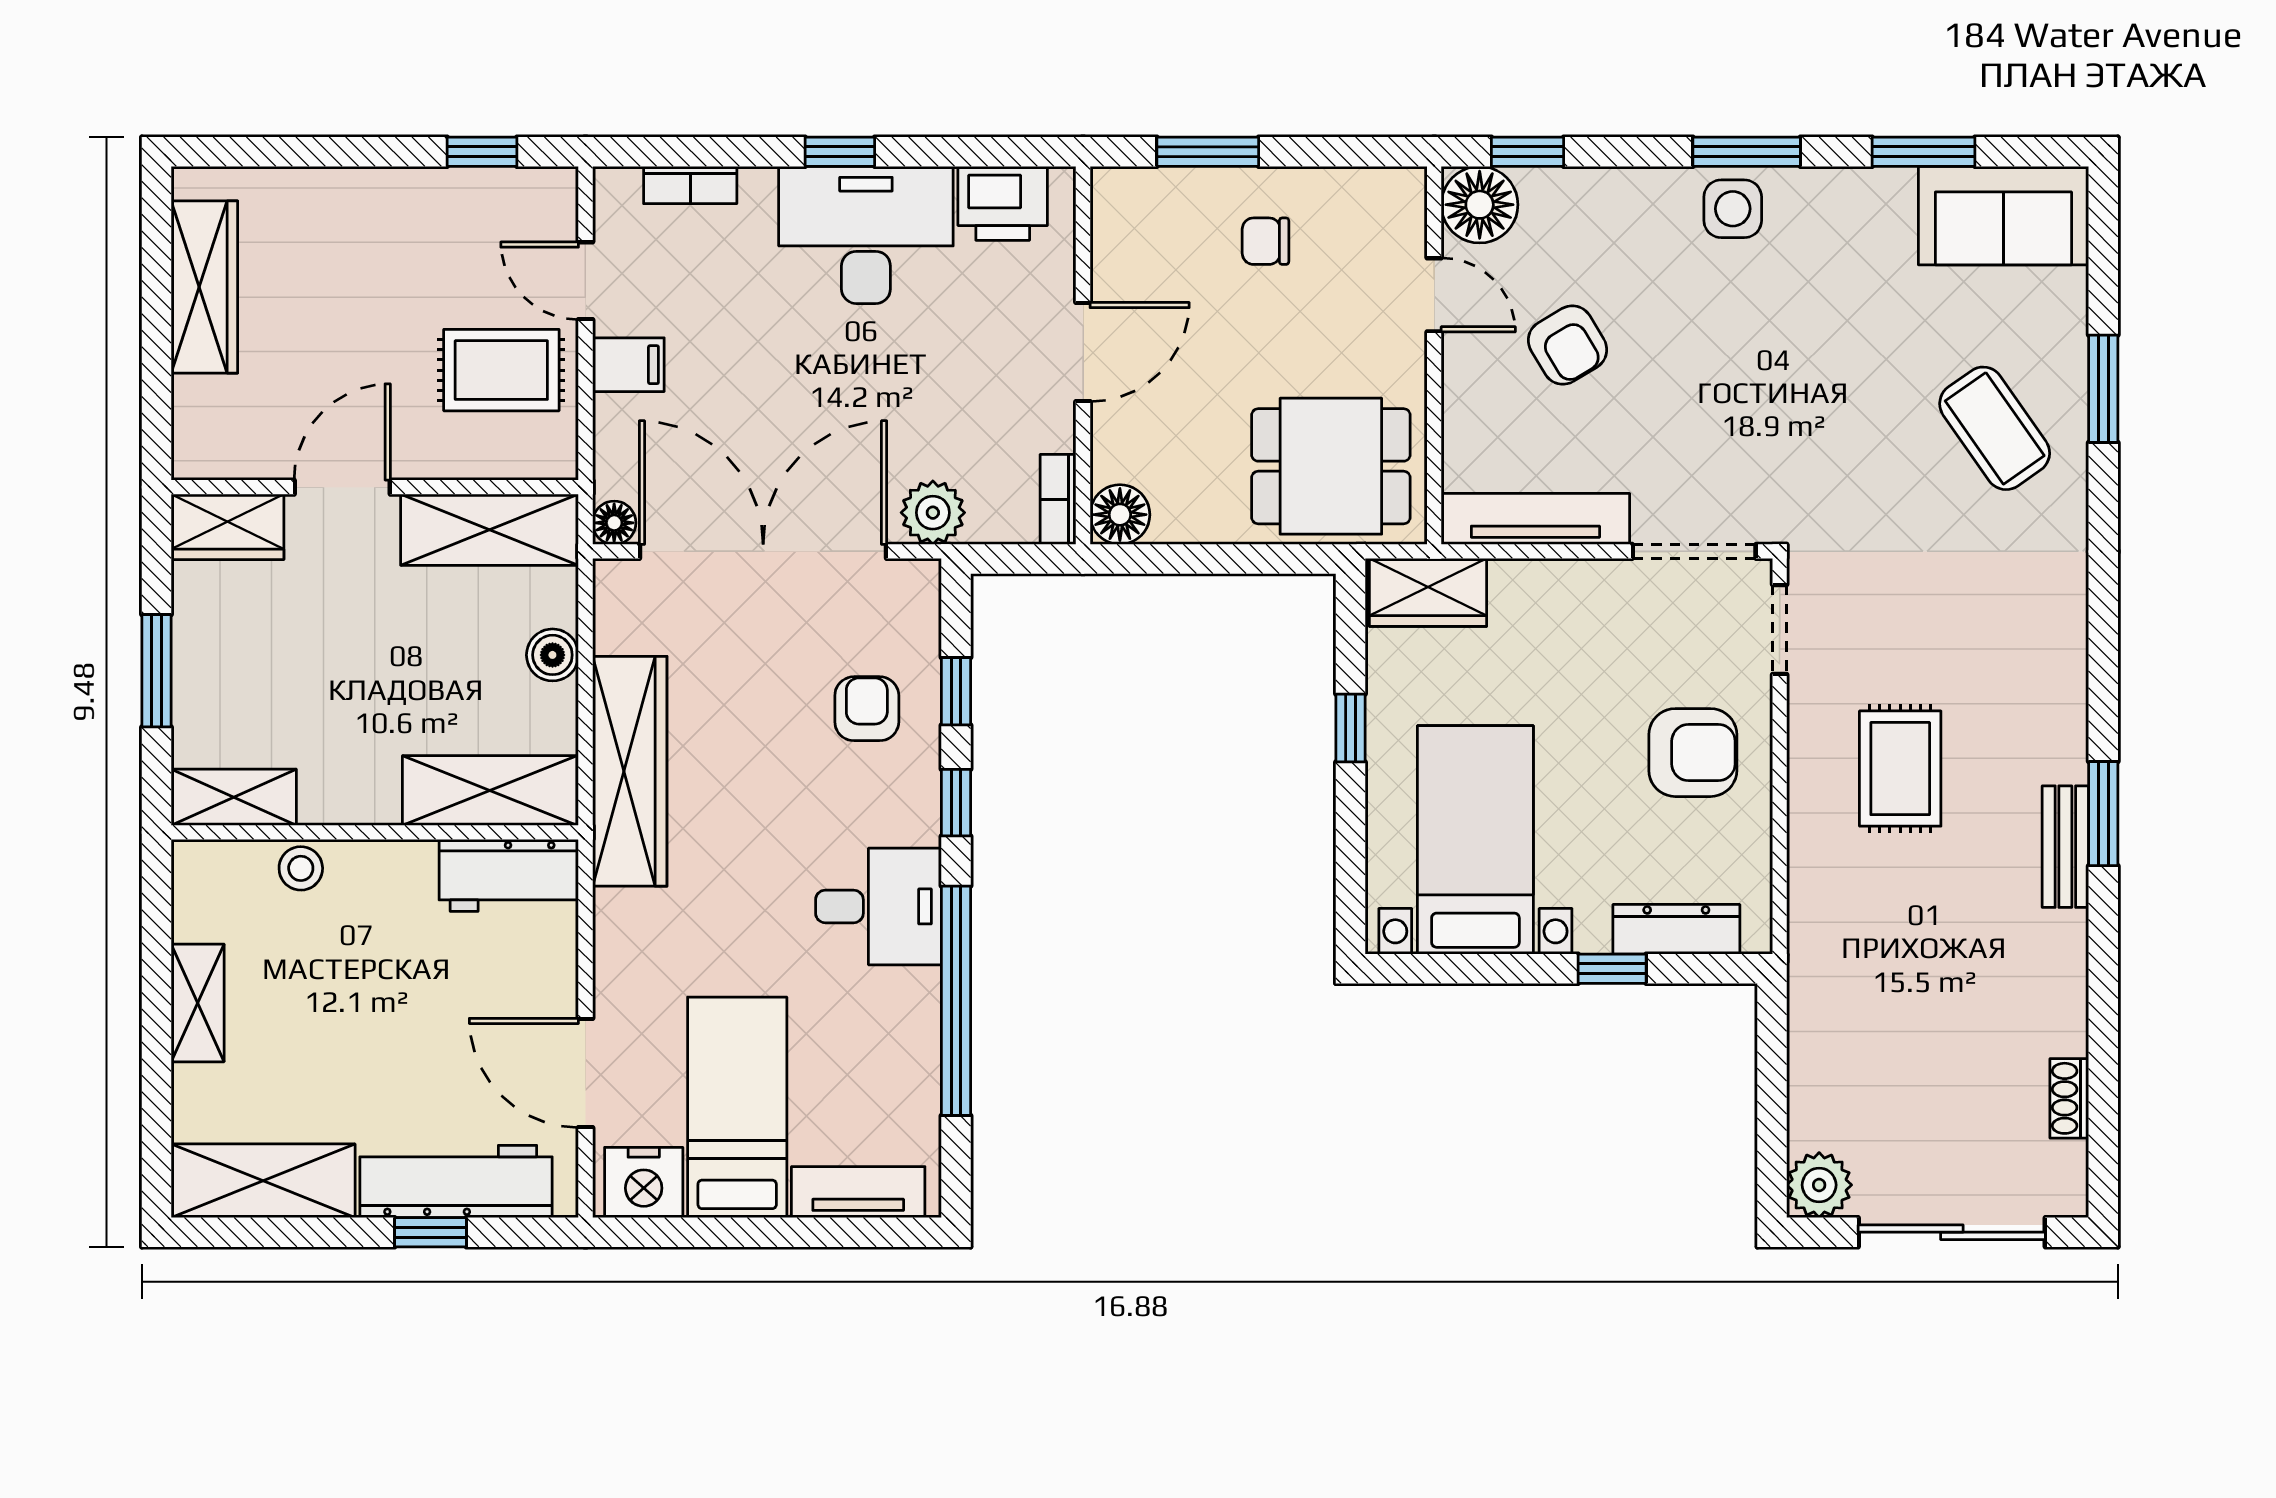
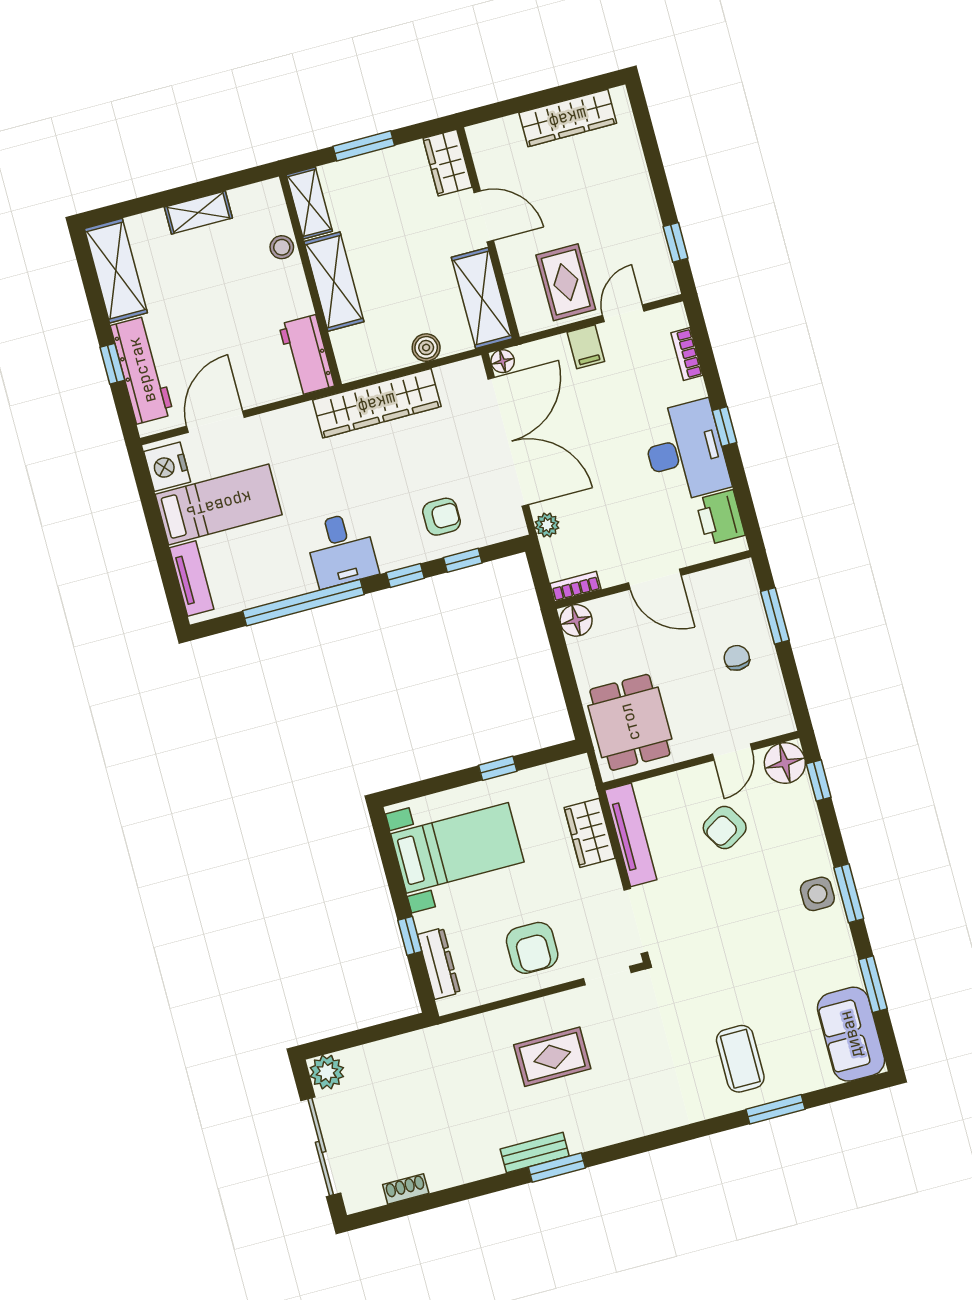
coffee table: (1995, 428) -> (740, 1059), turned -55
plant: (933, 513) -> (547, 525), width x0.73, depth x0.73
wardrobe: (1428, 592) -> (590, 833), moved
shelving: (490, 790) -> (334, 282), moved

